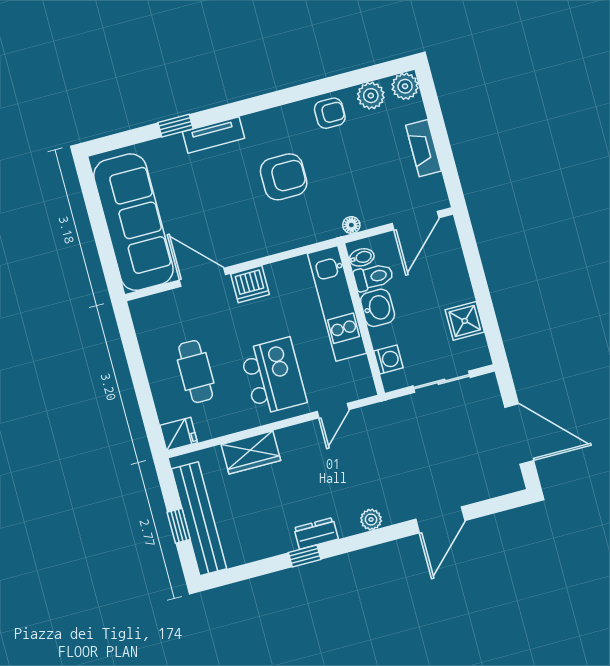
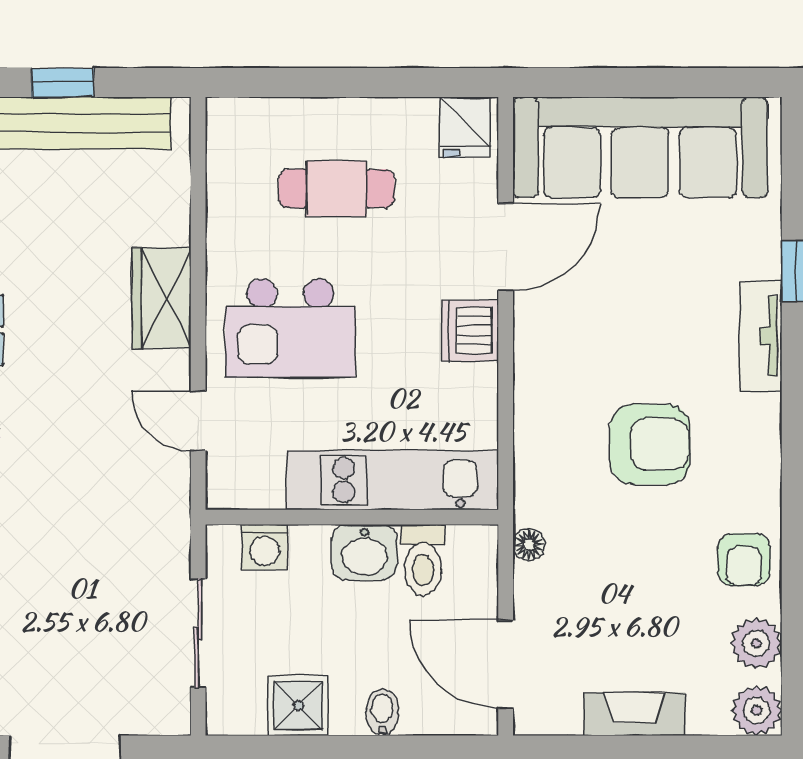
armchair: (284, 177) -> (650, 444), turned -90
bidet: (362, 257) -> (382, 712), moved, turned 180
fridge: (179, 434) -> (465, 127), moved
wardrobe: (251, 452) -> (162, 298), moved

